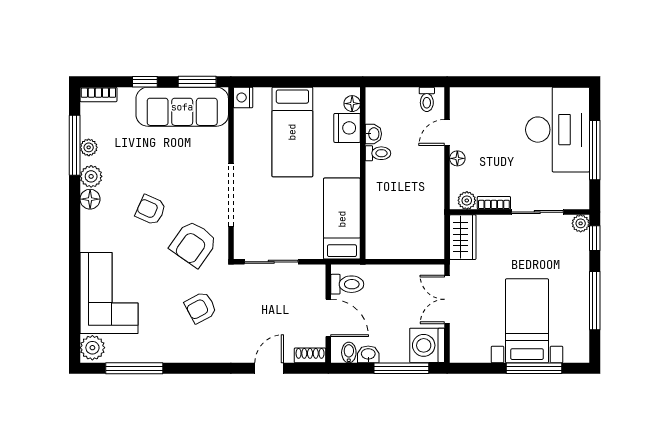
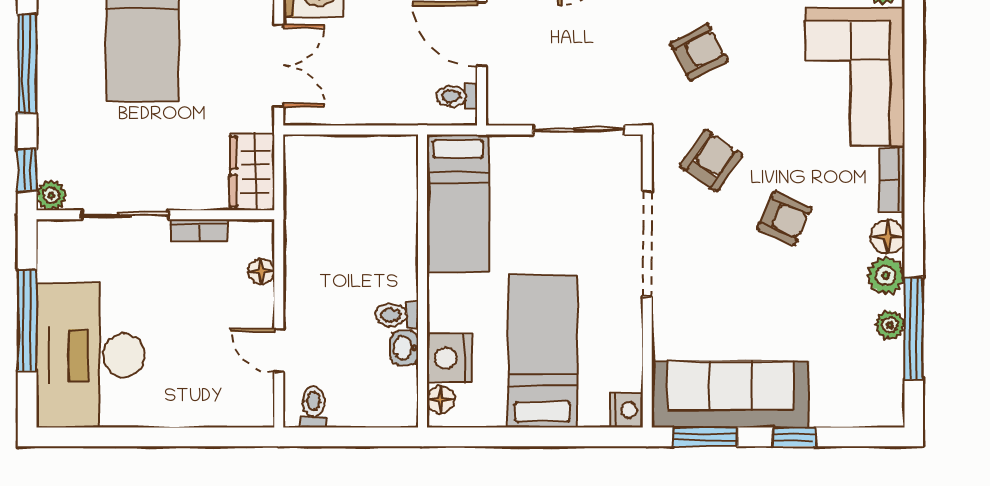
bookcase: (98, 94) -> (892, 180), moved, turned -90
door: (447, 132) -> (279, 350), swing flipped
floor lamp: (457, 158) -> (261, 271), moved
plant: (467, 200) -> (245, 234), removed
armchair: (193, 244) -> (711, 161), width x0.72, depth x0.72
toilet: (347, 284) -> (457, 96), width x0.73, depth x0.72

